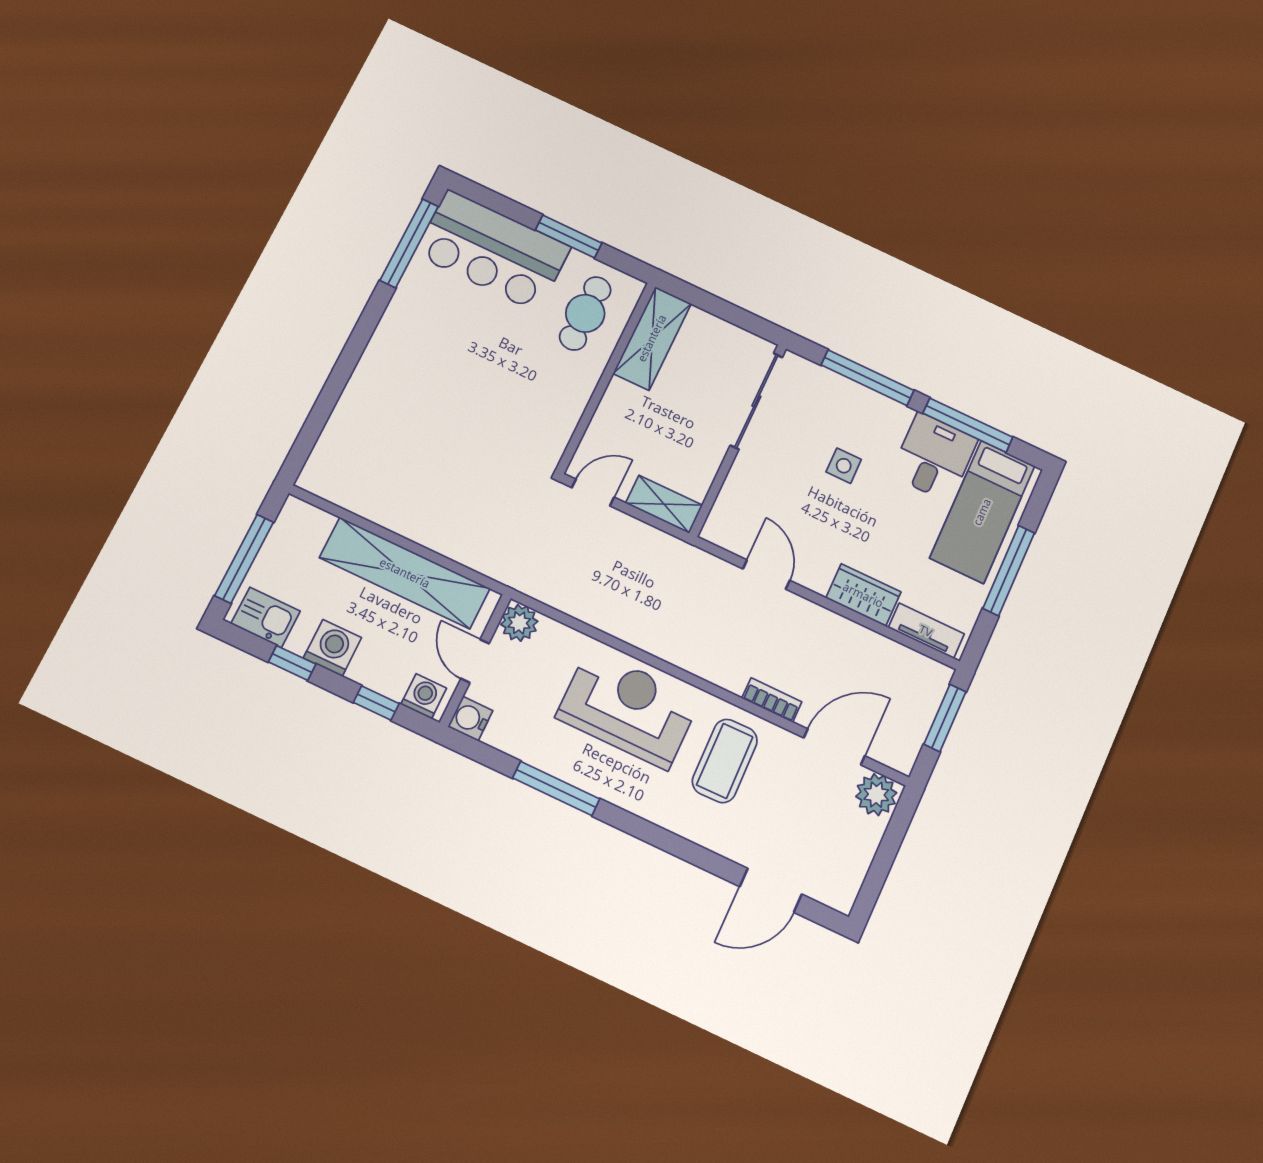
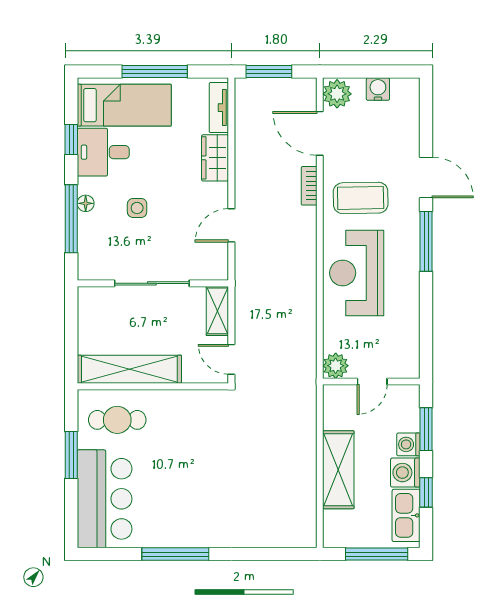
window: (409, 243) -> (175, 554), moved
shelving: (652, 338) -> (129, 369), width x1.47
sliding door: (756, 401) -> (152, 283), moved
floor lamp: (879, 405) -> (86, 203), added
window: (968, 425) -> (71, 139), width x0.46
shelving: (405, 573) -> (338, 470), width x0.68
kitchen sink: (266, 617) -> (406, 515), width x1.38
washing machine: (424, 696) -> (408, 444), moved
window: (376, 703) -> (426, 429), width x1.50
water cooler: (470, 719) -> (378, 89), moved, turned 180
window: (556, 788) -> (426, 241), moved
door: (771, 890) -> (426, 178), moved

